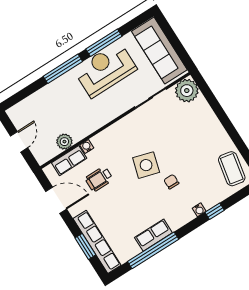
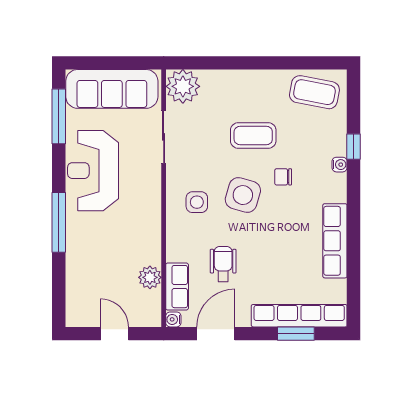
window: (104, 43) -> (59, 116), moved
side table: (125, 141) -> (197, 202), added
water cooler: (87, 146) -> (173, 319), moved
coffee table: (184, 149) -> (253, 136), added
wheelchair: (99, 179) -> (223, 264), turned 180
row of seats: (153, 235) -> (335, 241), width x1.48
window: (153, 250) -> (354, 253), removed

